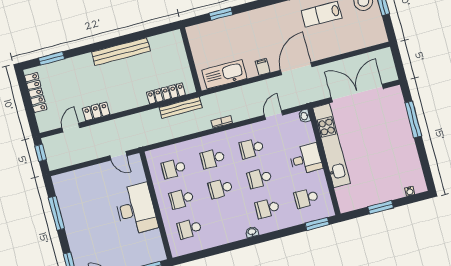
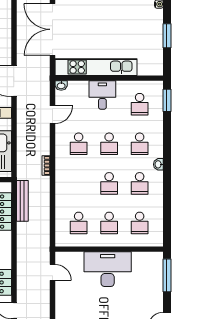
door: (274, 115) -> (53, 115), swing flipped
door: (118, 156) -> (53, 272), hinge flipped
school desk: (213, 158) -> (140, 183), moved

